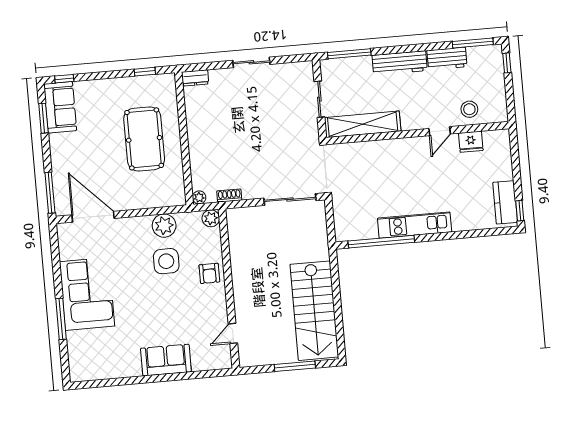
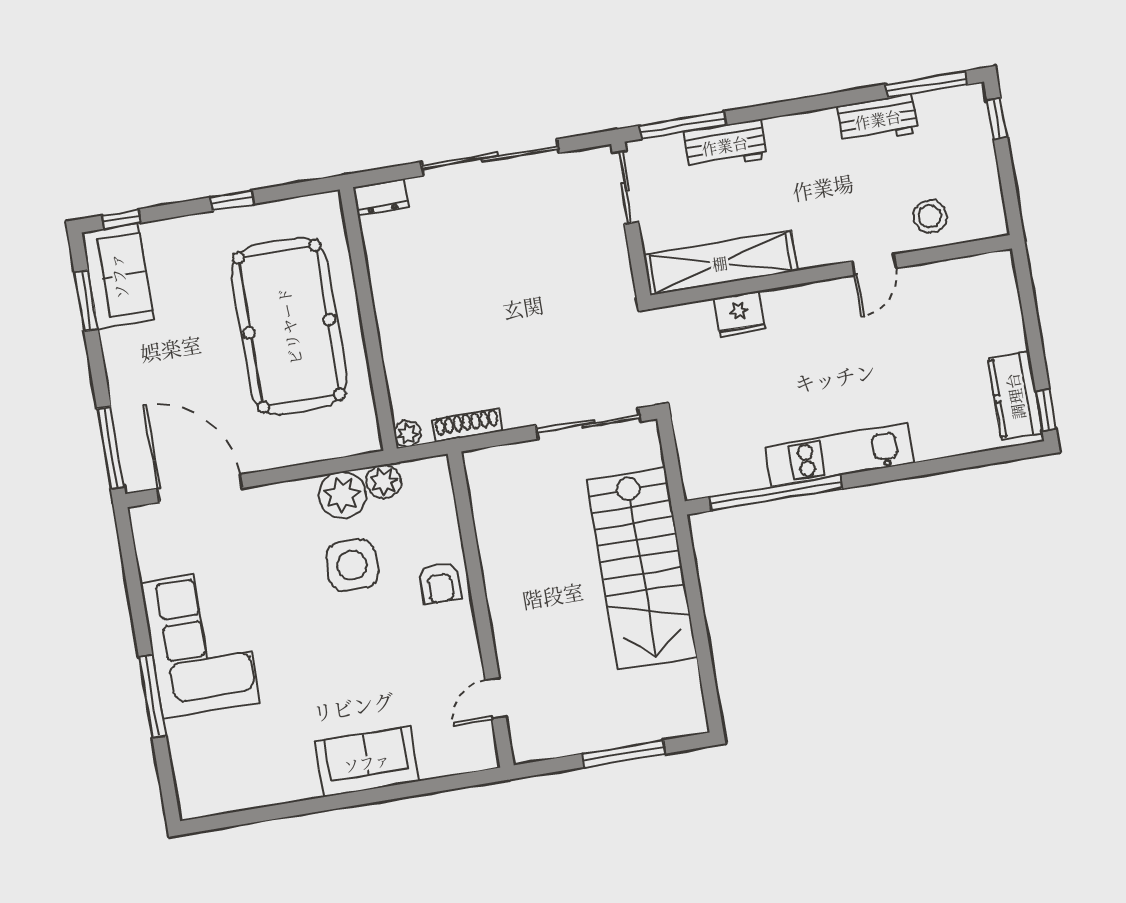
sliding door: (251, 62) -> (490, 157), width x1.86
workbench: (400, 63) -> (725, 145), moved, width x0.73
window: (145, 72) -> (232, 201), moved
sliding door: (319, 99) -> (625, 187), moved
pool table: (144, 139) -> (289, 326), width x1.36, depth x1.32
fridge: (471, 142) -> (739, 314), moved
shoe rack: (229, 196) -> (467, 425), width x1.43
plant: (211, 218) -> (384, 482), moved
stairs: (314, 311) -> (642, 568), moved

